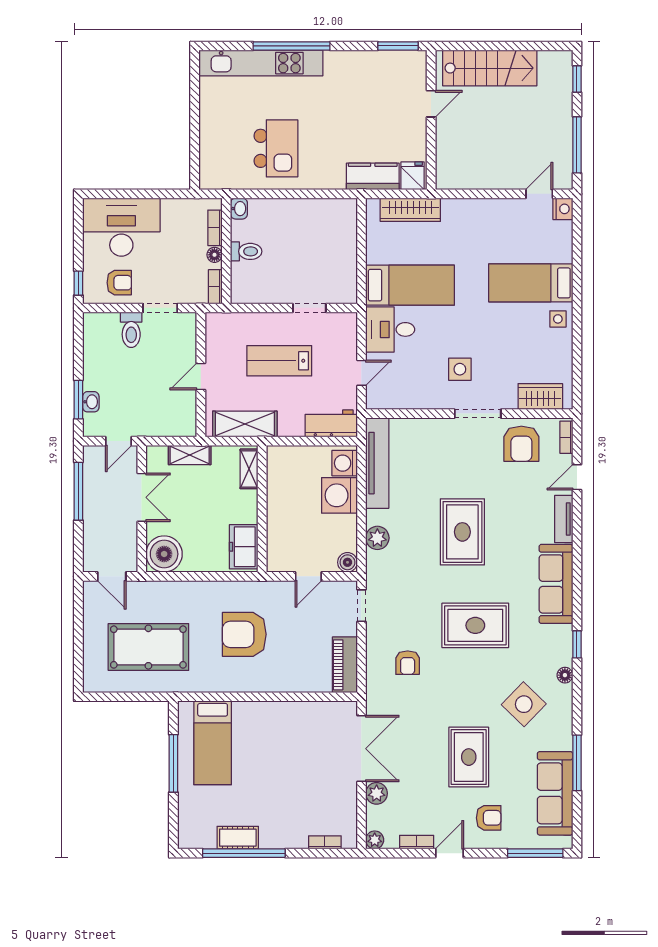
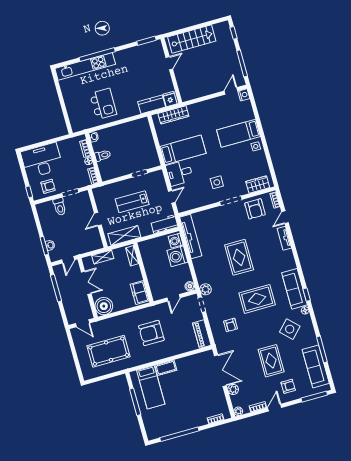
plant: (377, 538) -> (206, 289), moved
sofa: (556, 584) -> (295, 289), moved
cot: (238, 838) -> (166, 368), moved

